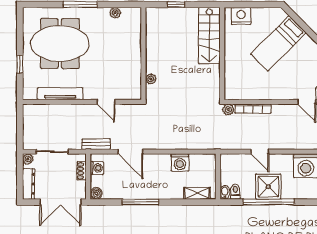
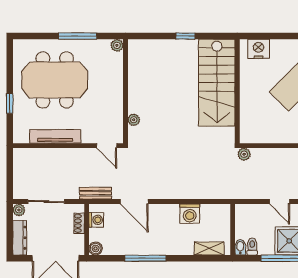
stairs: (209, 36) -> (217, 83), width x1.36, depth x1.51
wall: (143, 54) -> (125, 91), moved
plant: (151, 79) -> (134, 120), moved
bookcase: (253, 109) -> (272, 153), removed

